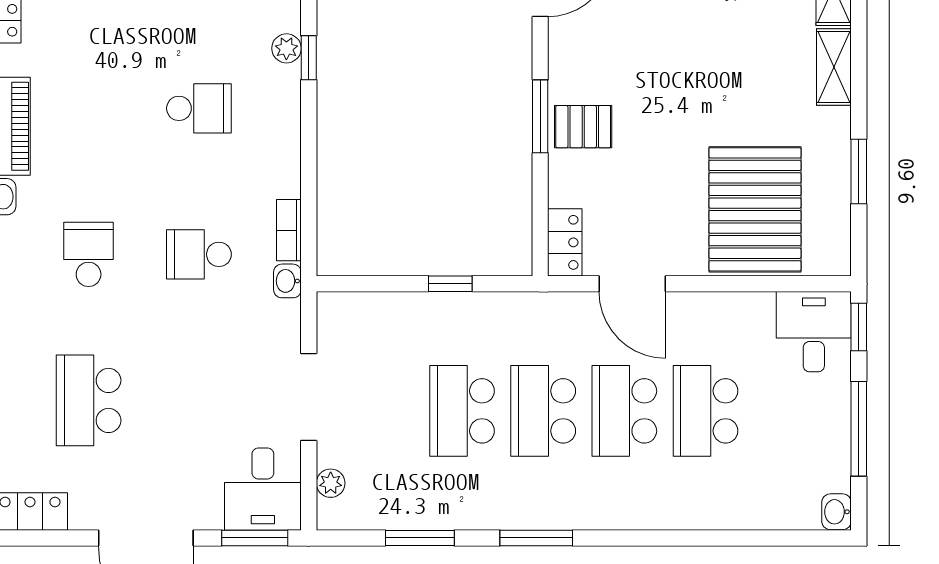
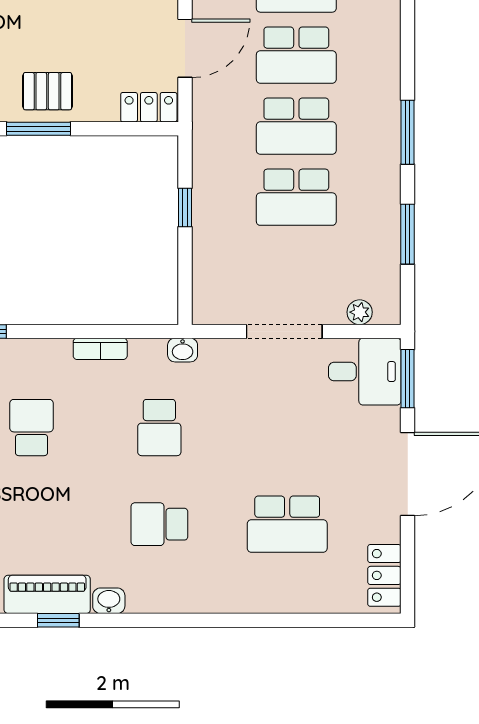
pallet: (583, 127) -> (47, 91), turned 90
bookcase: (289, 230) -> (100, 349), moved

